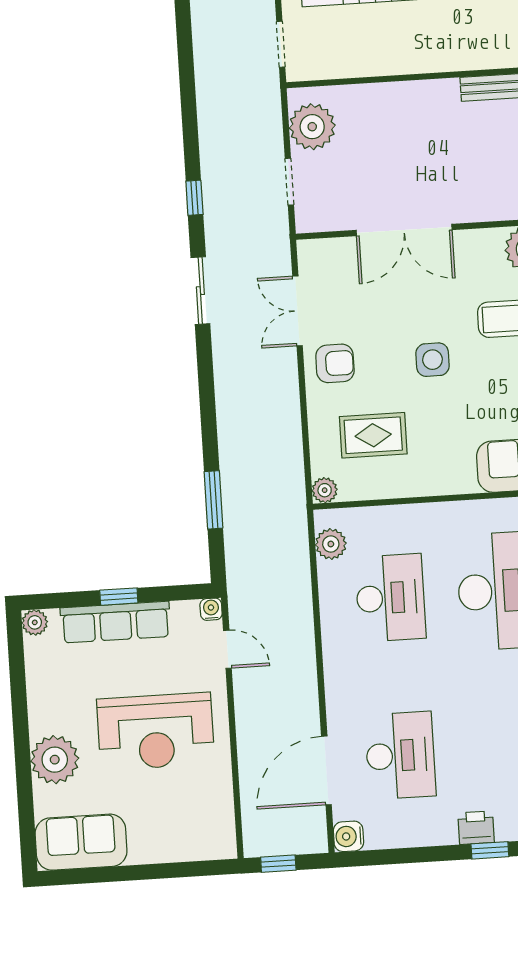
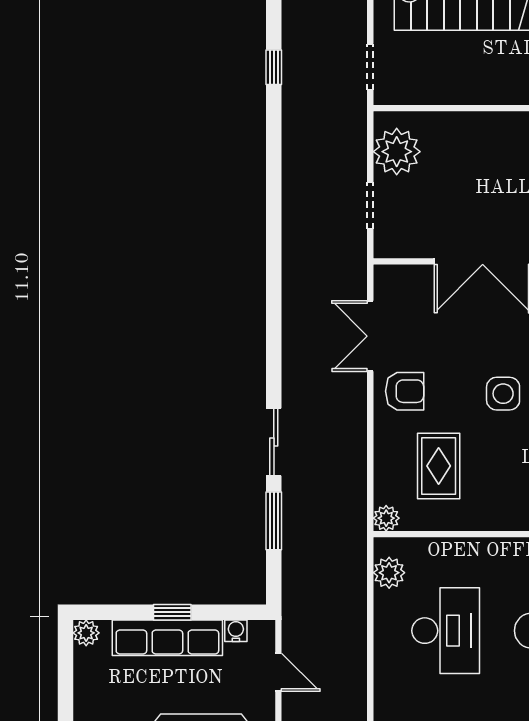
window: (194, 198) -> (274, 67), moved
sliding door: (200, 291) -> (274, 442), moved
rug: (373, 435) -> (439, 466), turned 90
water cooler: (211, 609) -> (236, 631), moved

